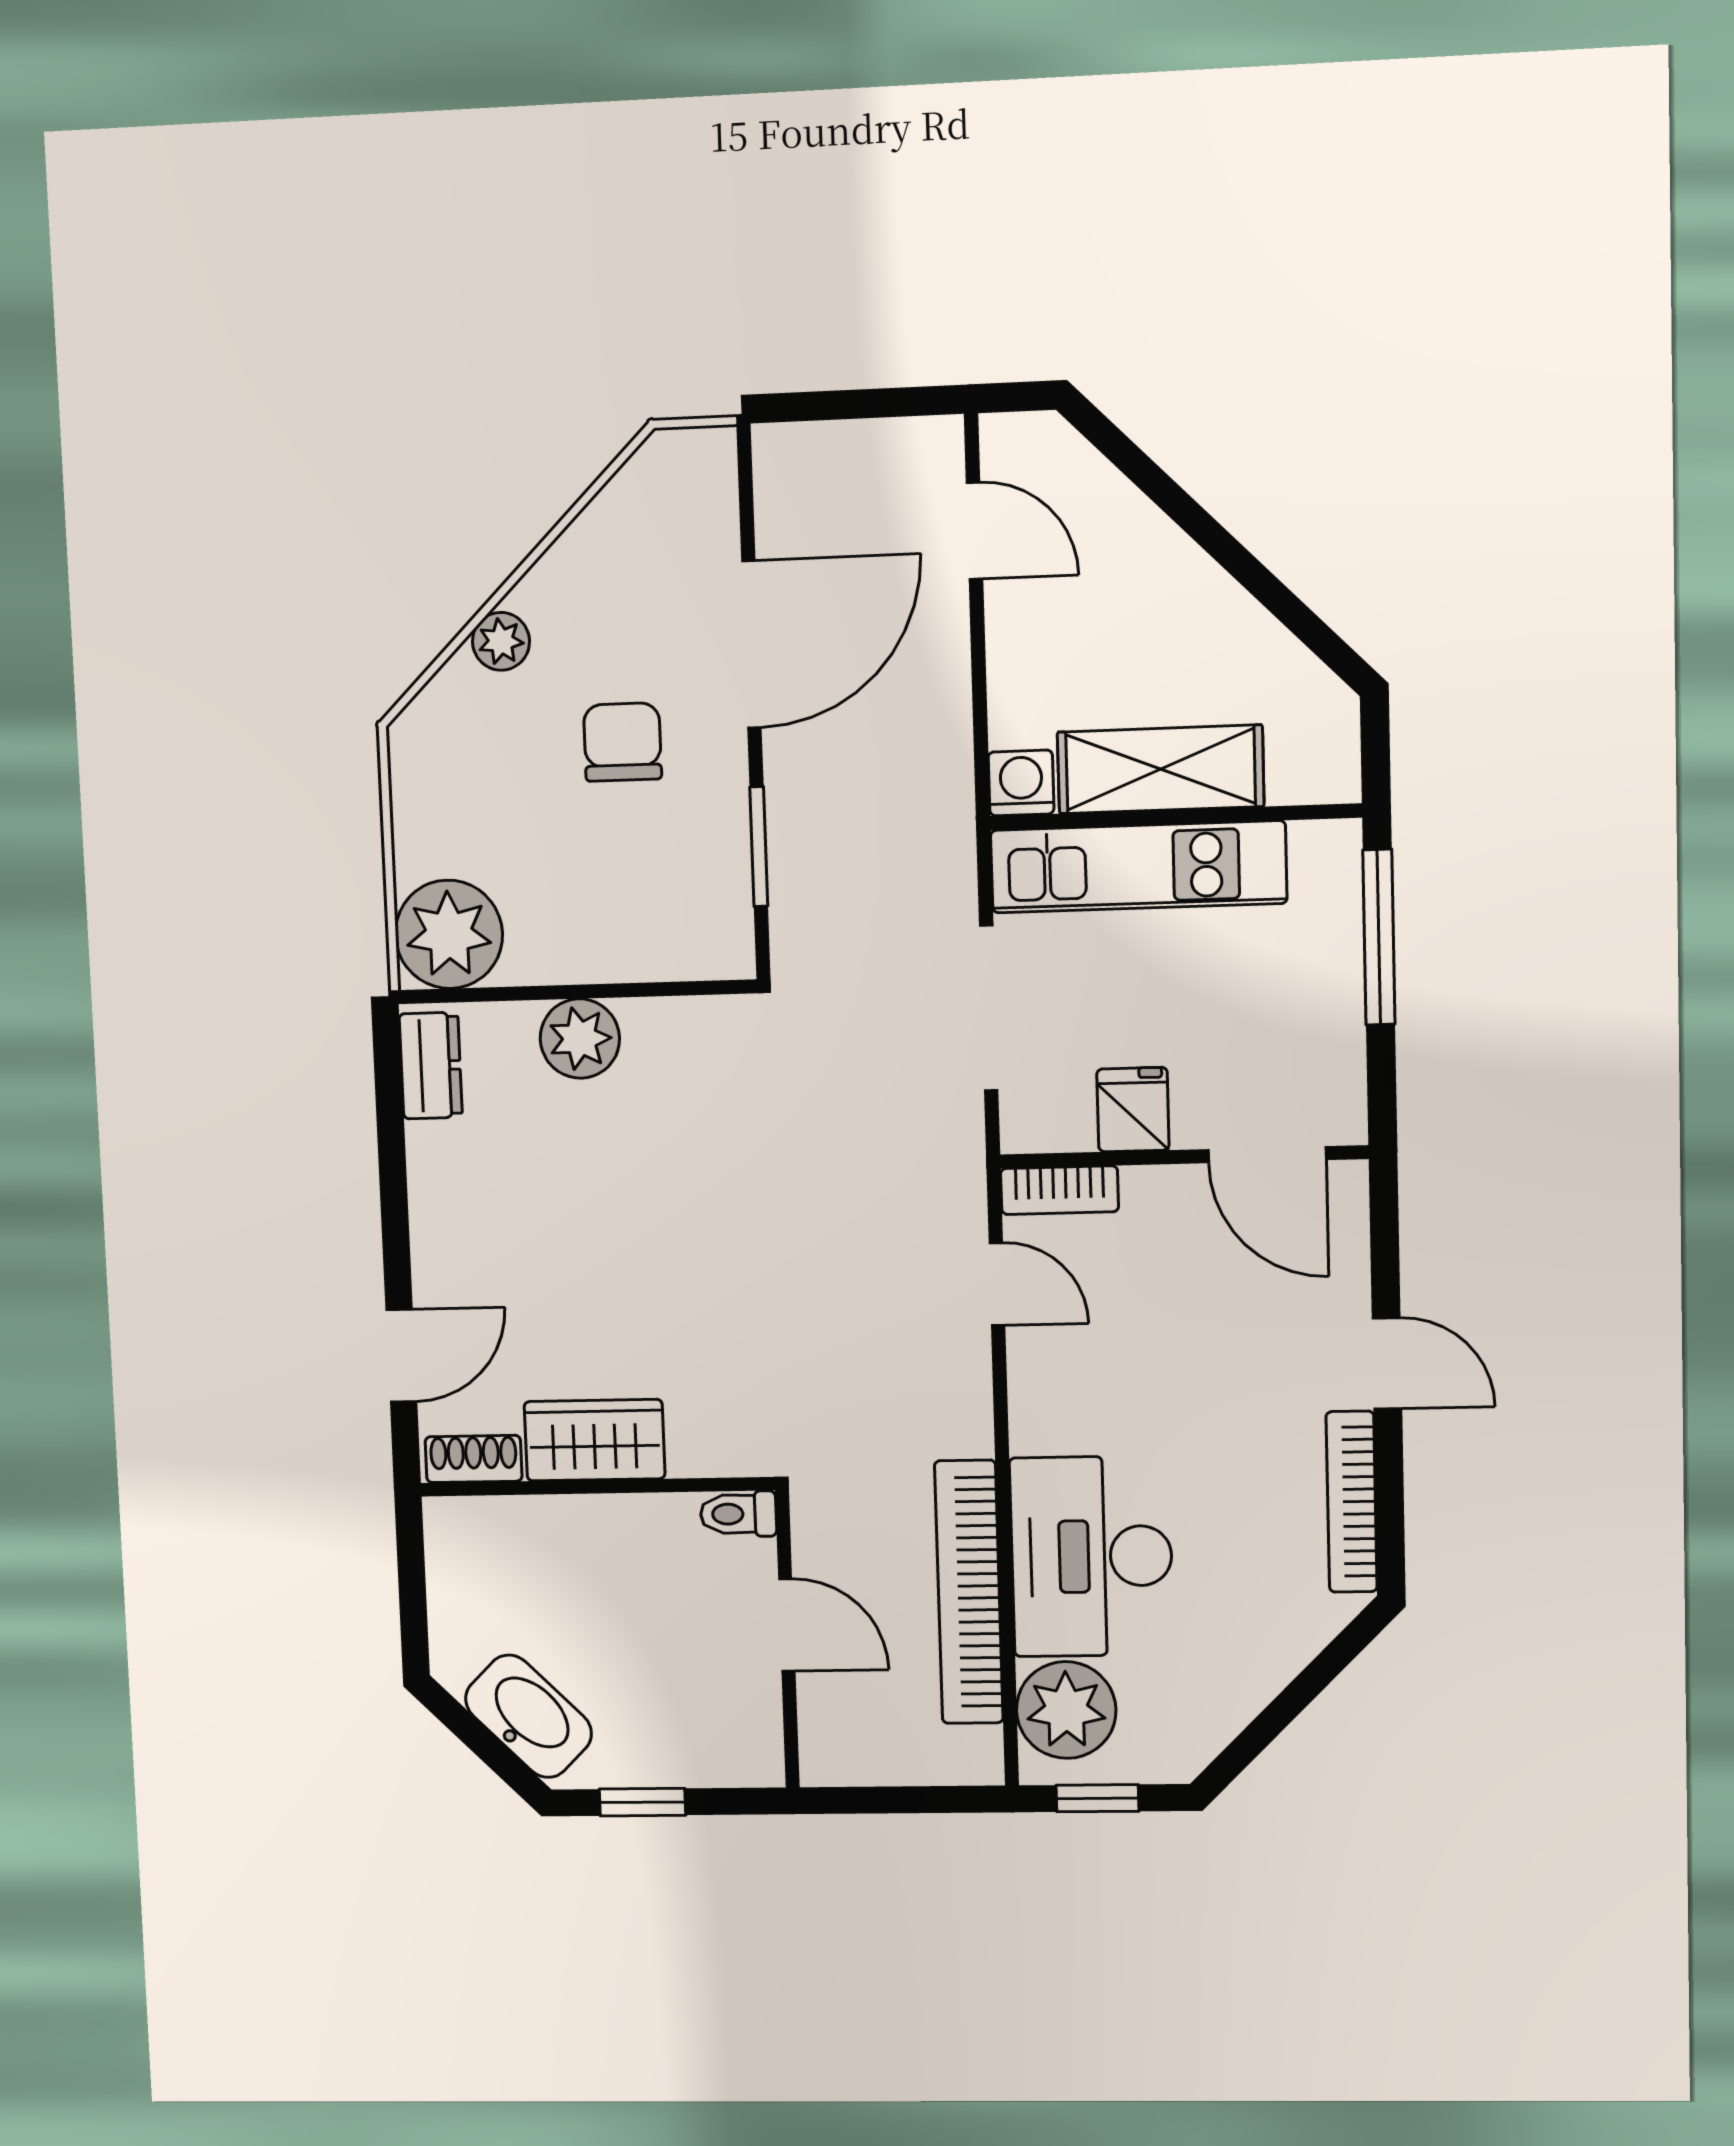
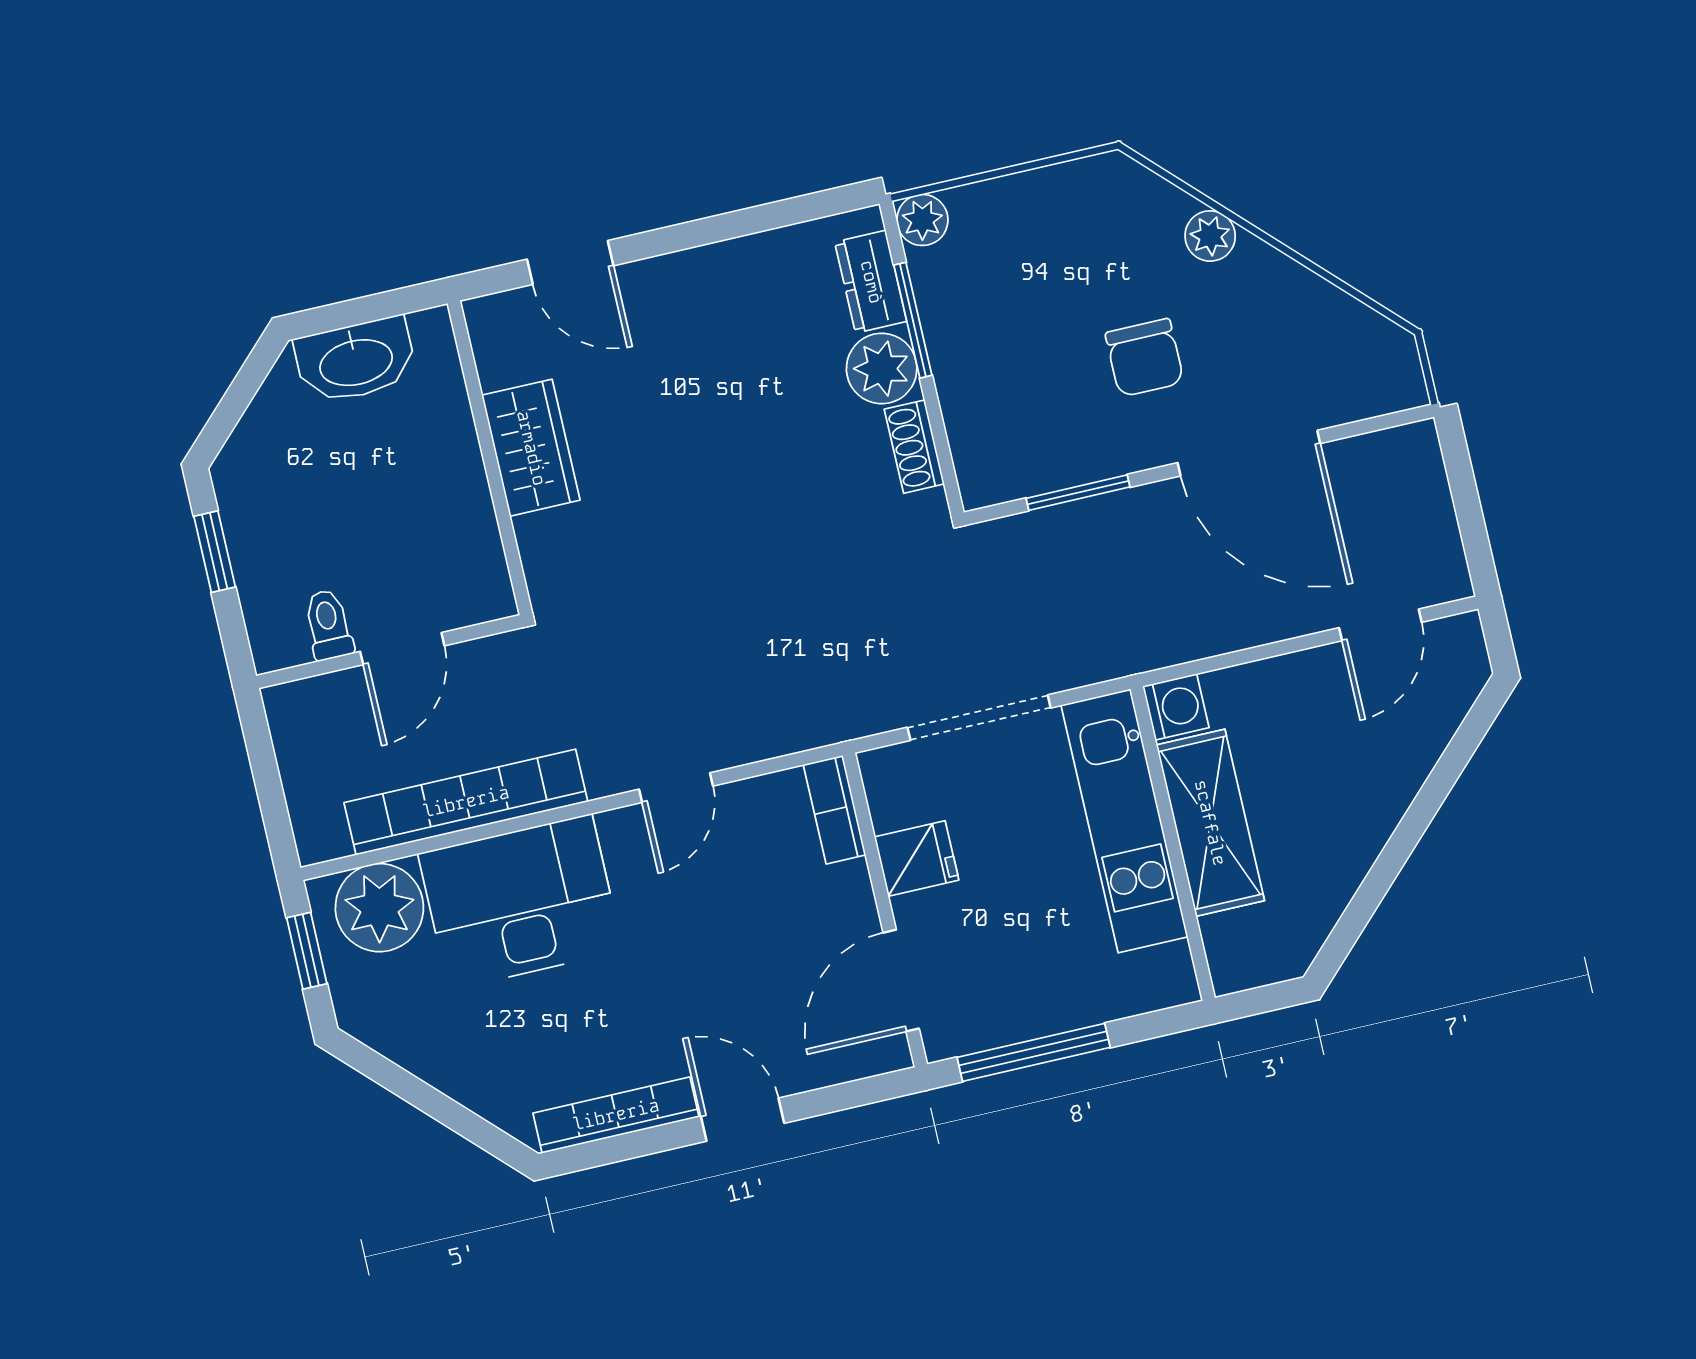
chair: (622, 742) -> (1145, 358), turned 90
plant: (449, 934) -> (922, 220), width x0.53, depth x0.53
window: (1379, 937) -> (1034, 1052), moved
window: (533, 993) -> (913, 320), added
dresser: (431, 1066) -> (871, 282), moved, turned 90
door: (997, 1284) -> (676, 788), moved
door: (1387, 1363) -> (743, 1120), swing flipped
shoe rack: (474, 1459) -> (914, 447), moved, turned 180
toilet: (738, 1514) -> (328, 625), moved
washbasin: (528, 1716) -> (356, 361), moved, turned 45

